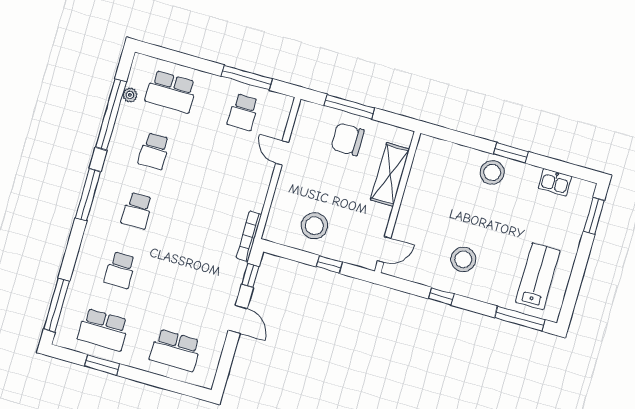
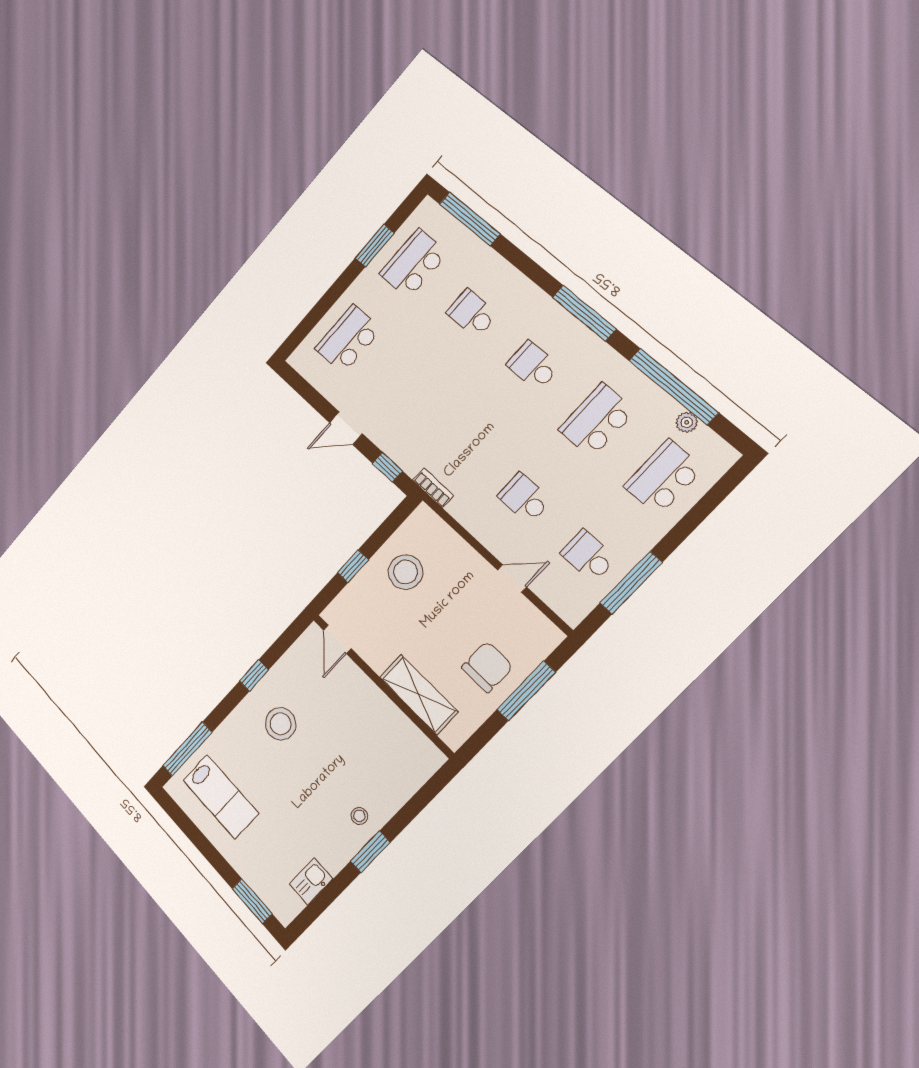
school desk: (154, 151) -> (597, 420), width x1.85
school desk: (226, 172) -> (524, 498), added
stool: (492, 172) -> (359, 816), width x0.53, depth x0.53
bookcase: (249, 236) -> (433, 488), width x0.64

